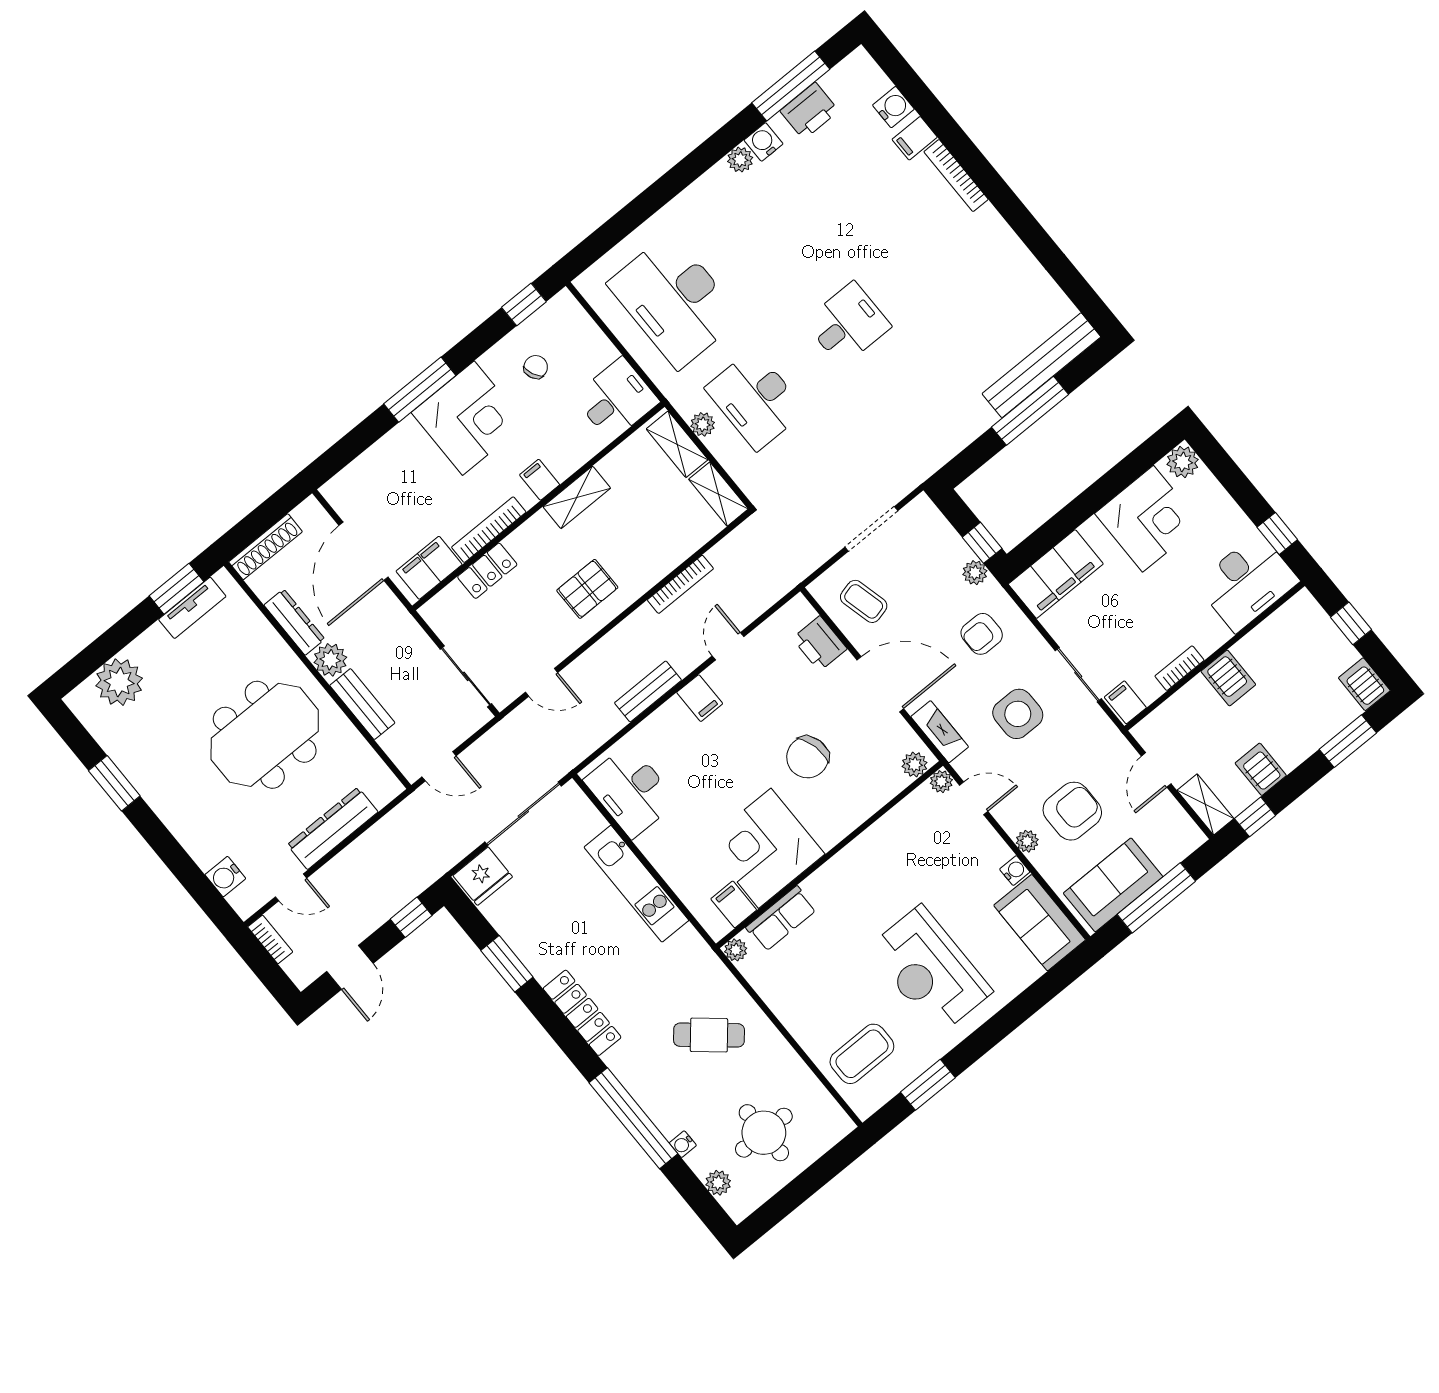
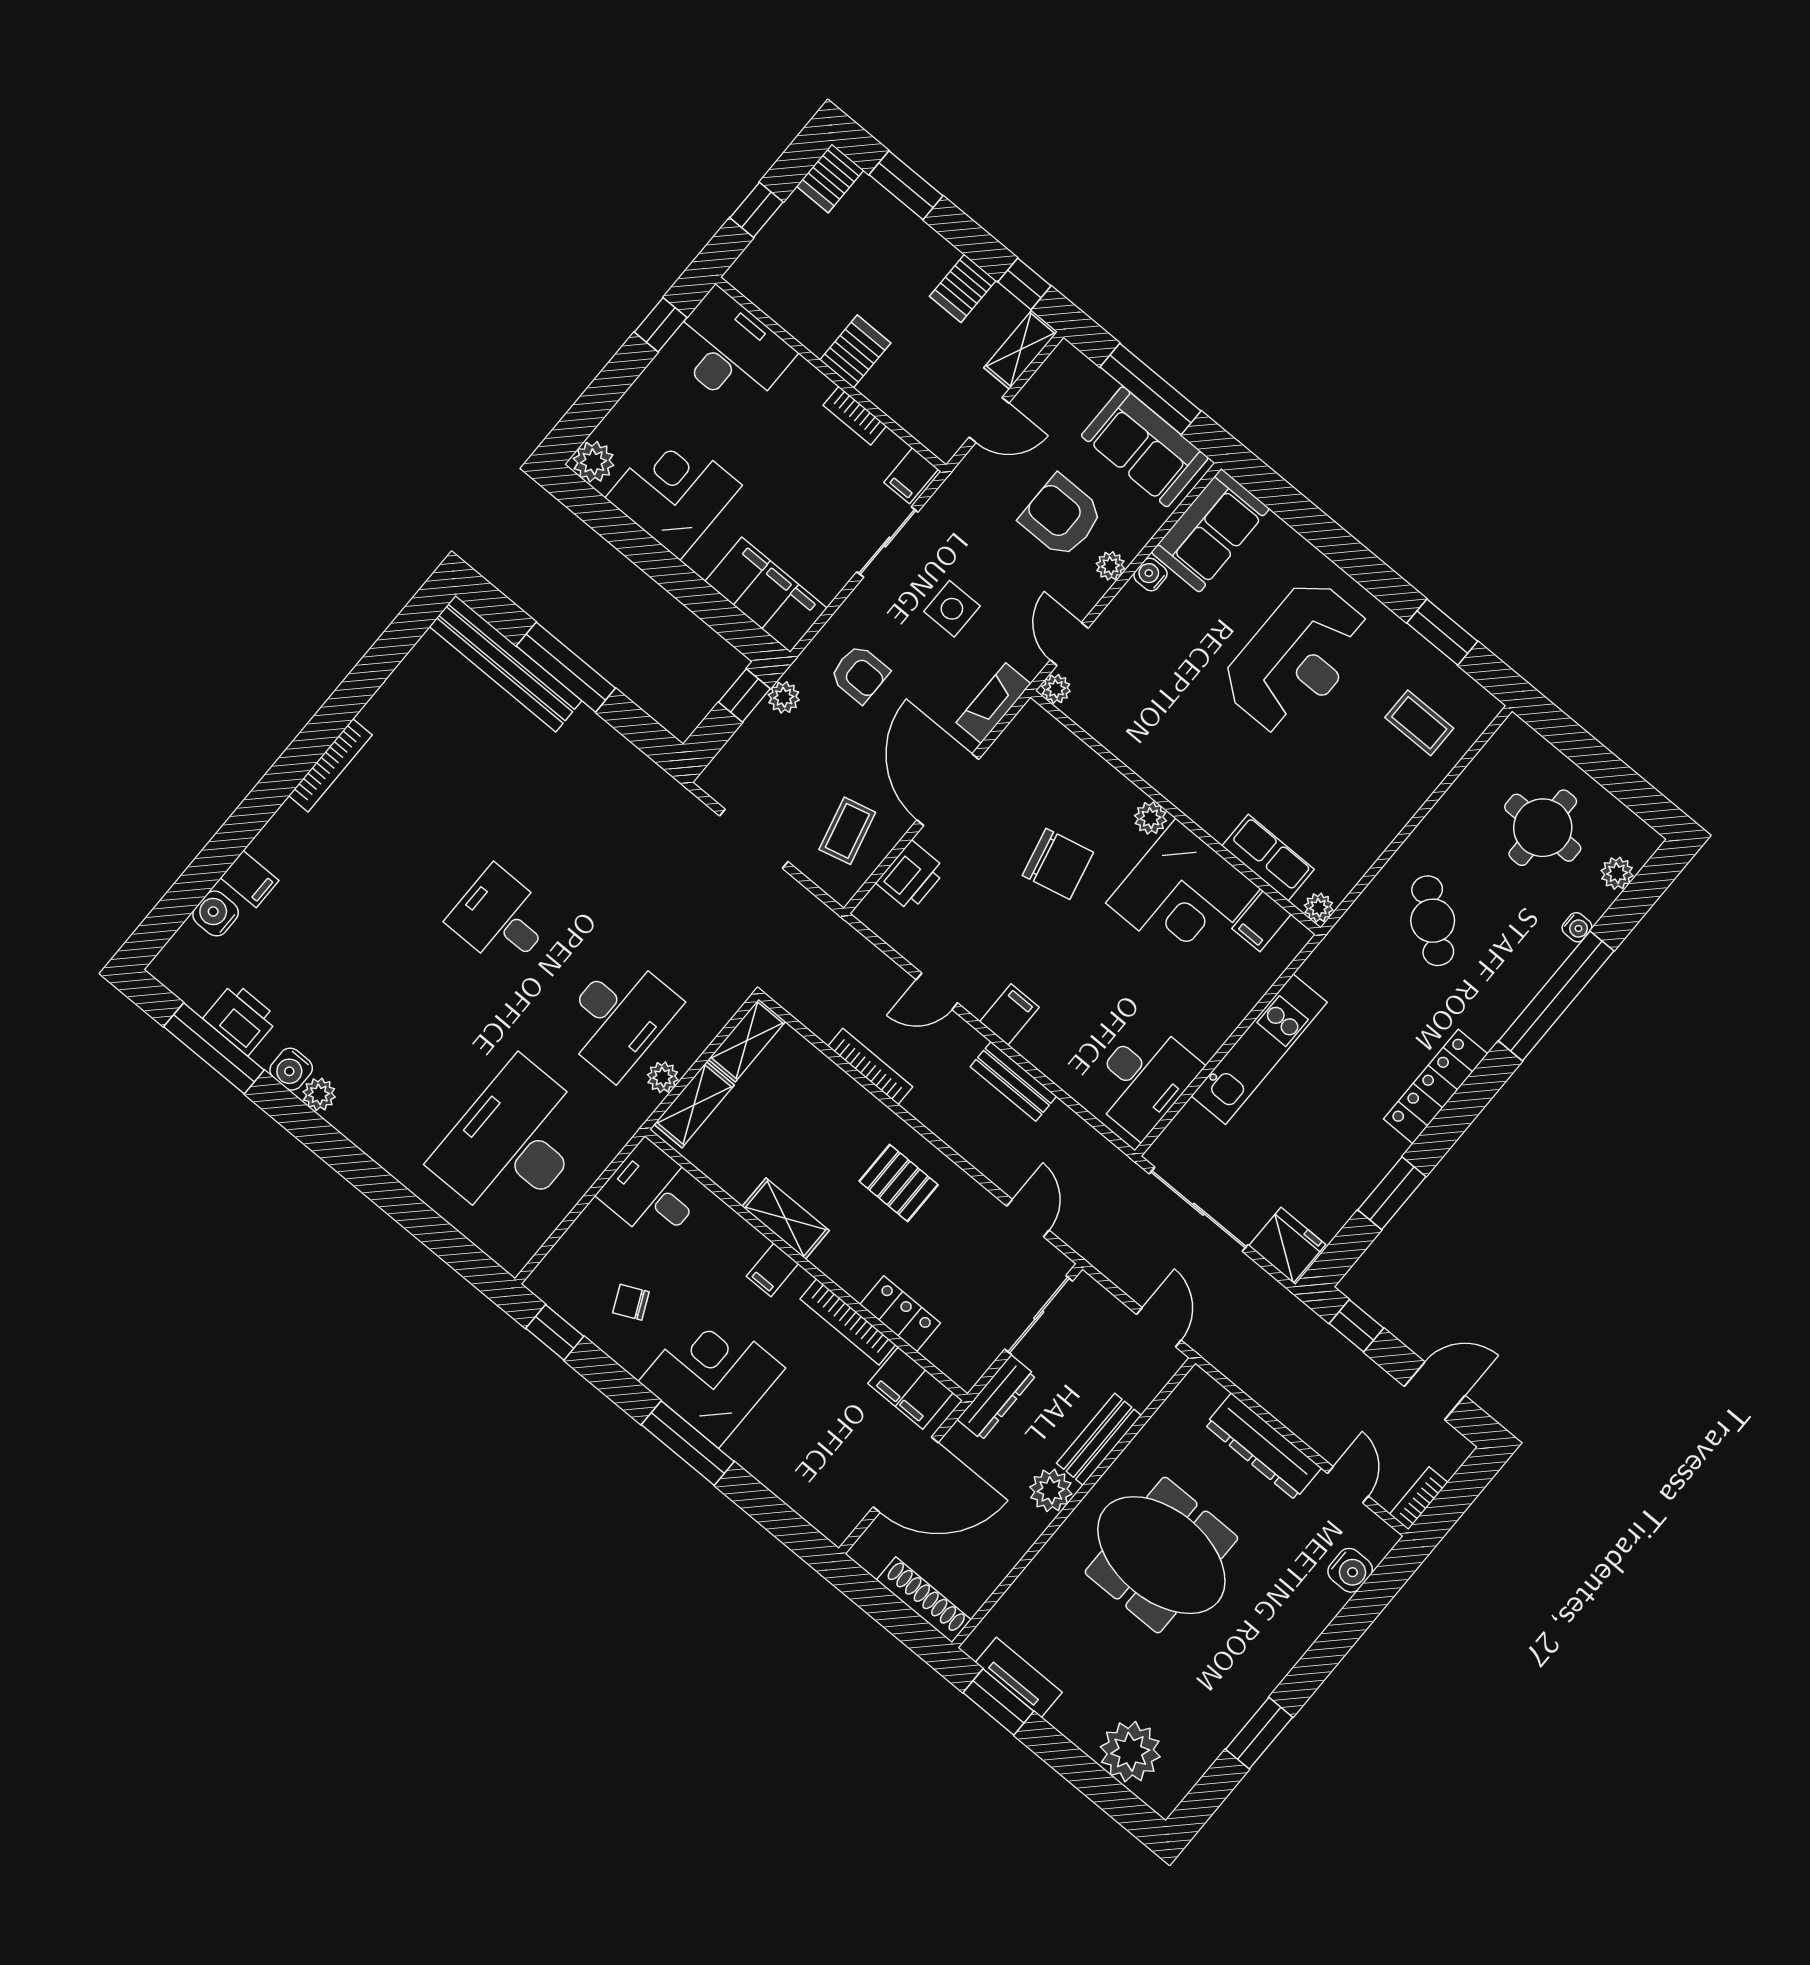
bookcase: (956, 176) -> (330, 765), moved
desk: (675, 301) -> (513, 1143), turned 180
dresser: (294, 622) -> (997, 1397), moved, turned 180
side table: (1018, 714) -> (952, 609), width x0.73, depth x0.73
plant: (915, 765) -> (1150, 818), moved
coffee table: (862, 1054) -> (1419, 723), width x0.73, depth x0.77

